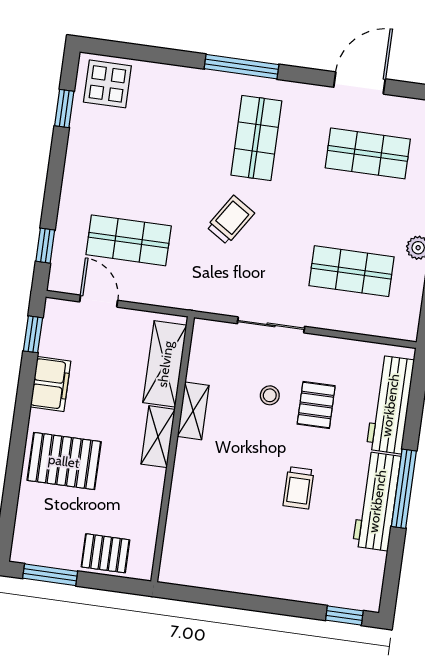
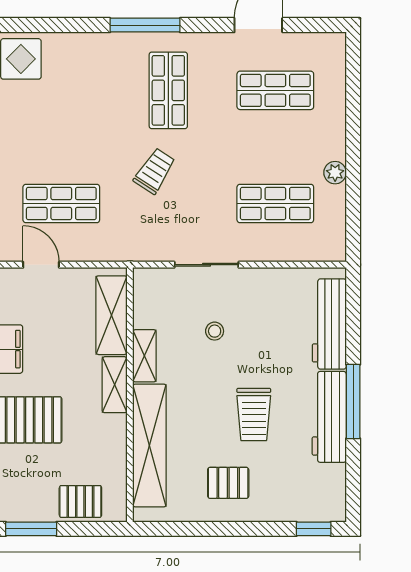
pallet: (316, 405) -> (228, 483), moved, turned 90
trolley: (299, 488) -> (254, 414), width x1.36, depth x1.39
shelving: (185, 505) -> (149, 446), added

